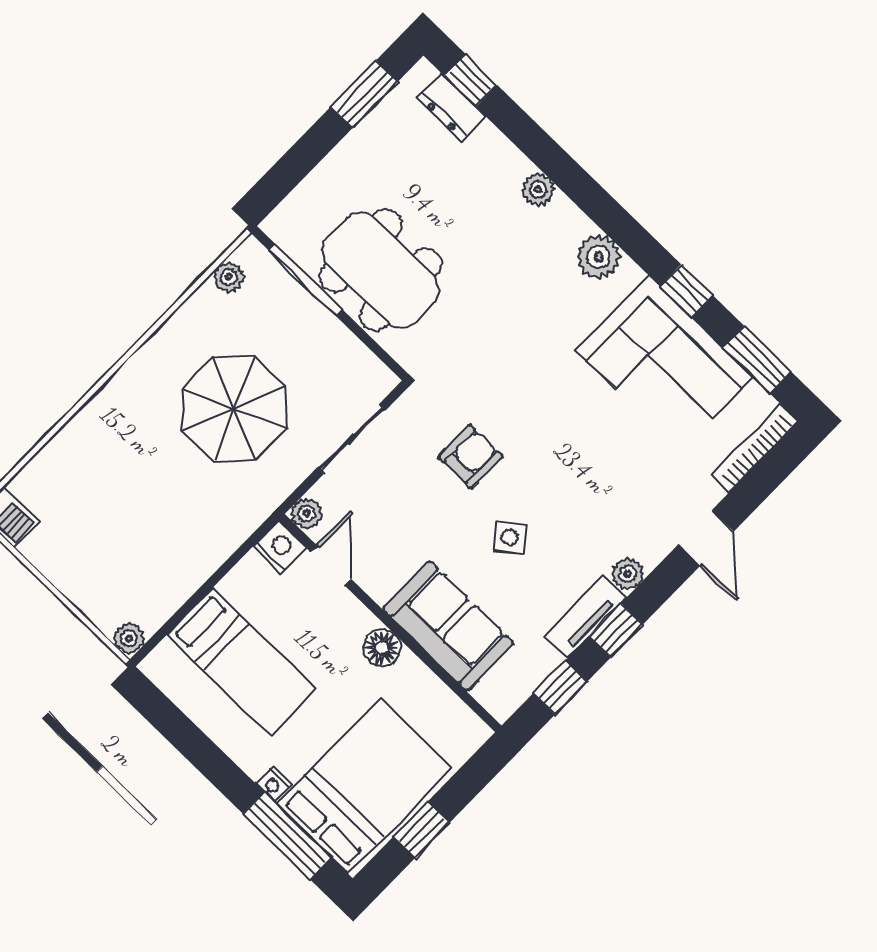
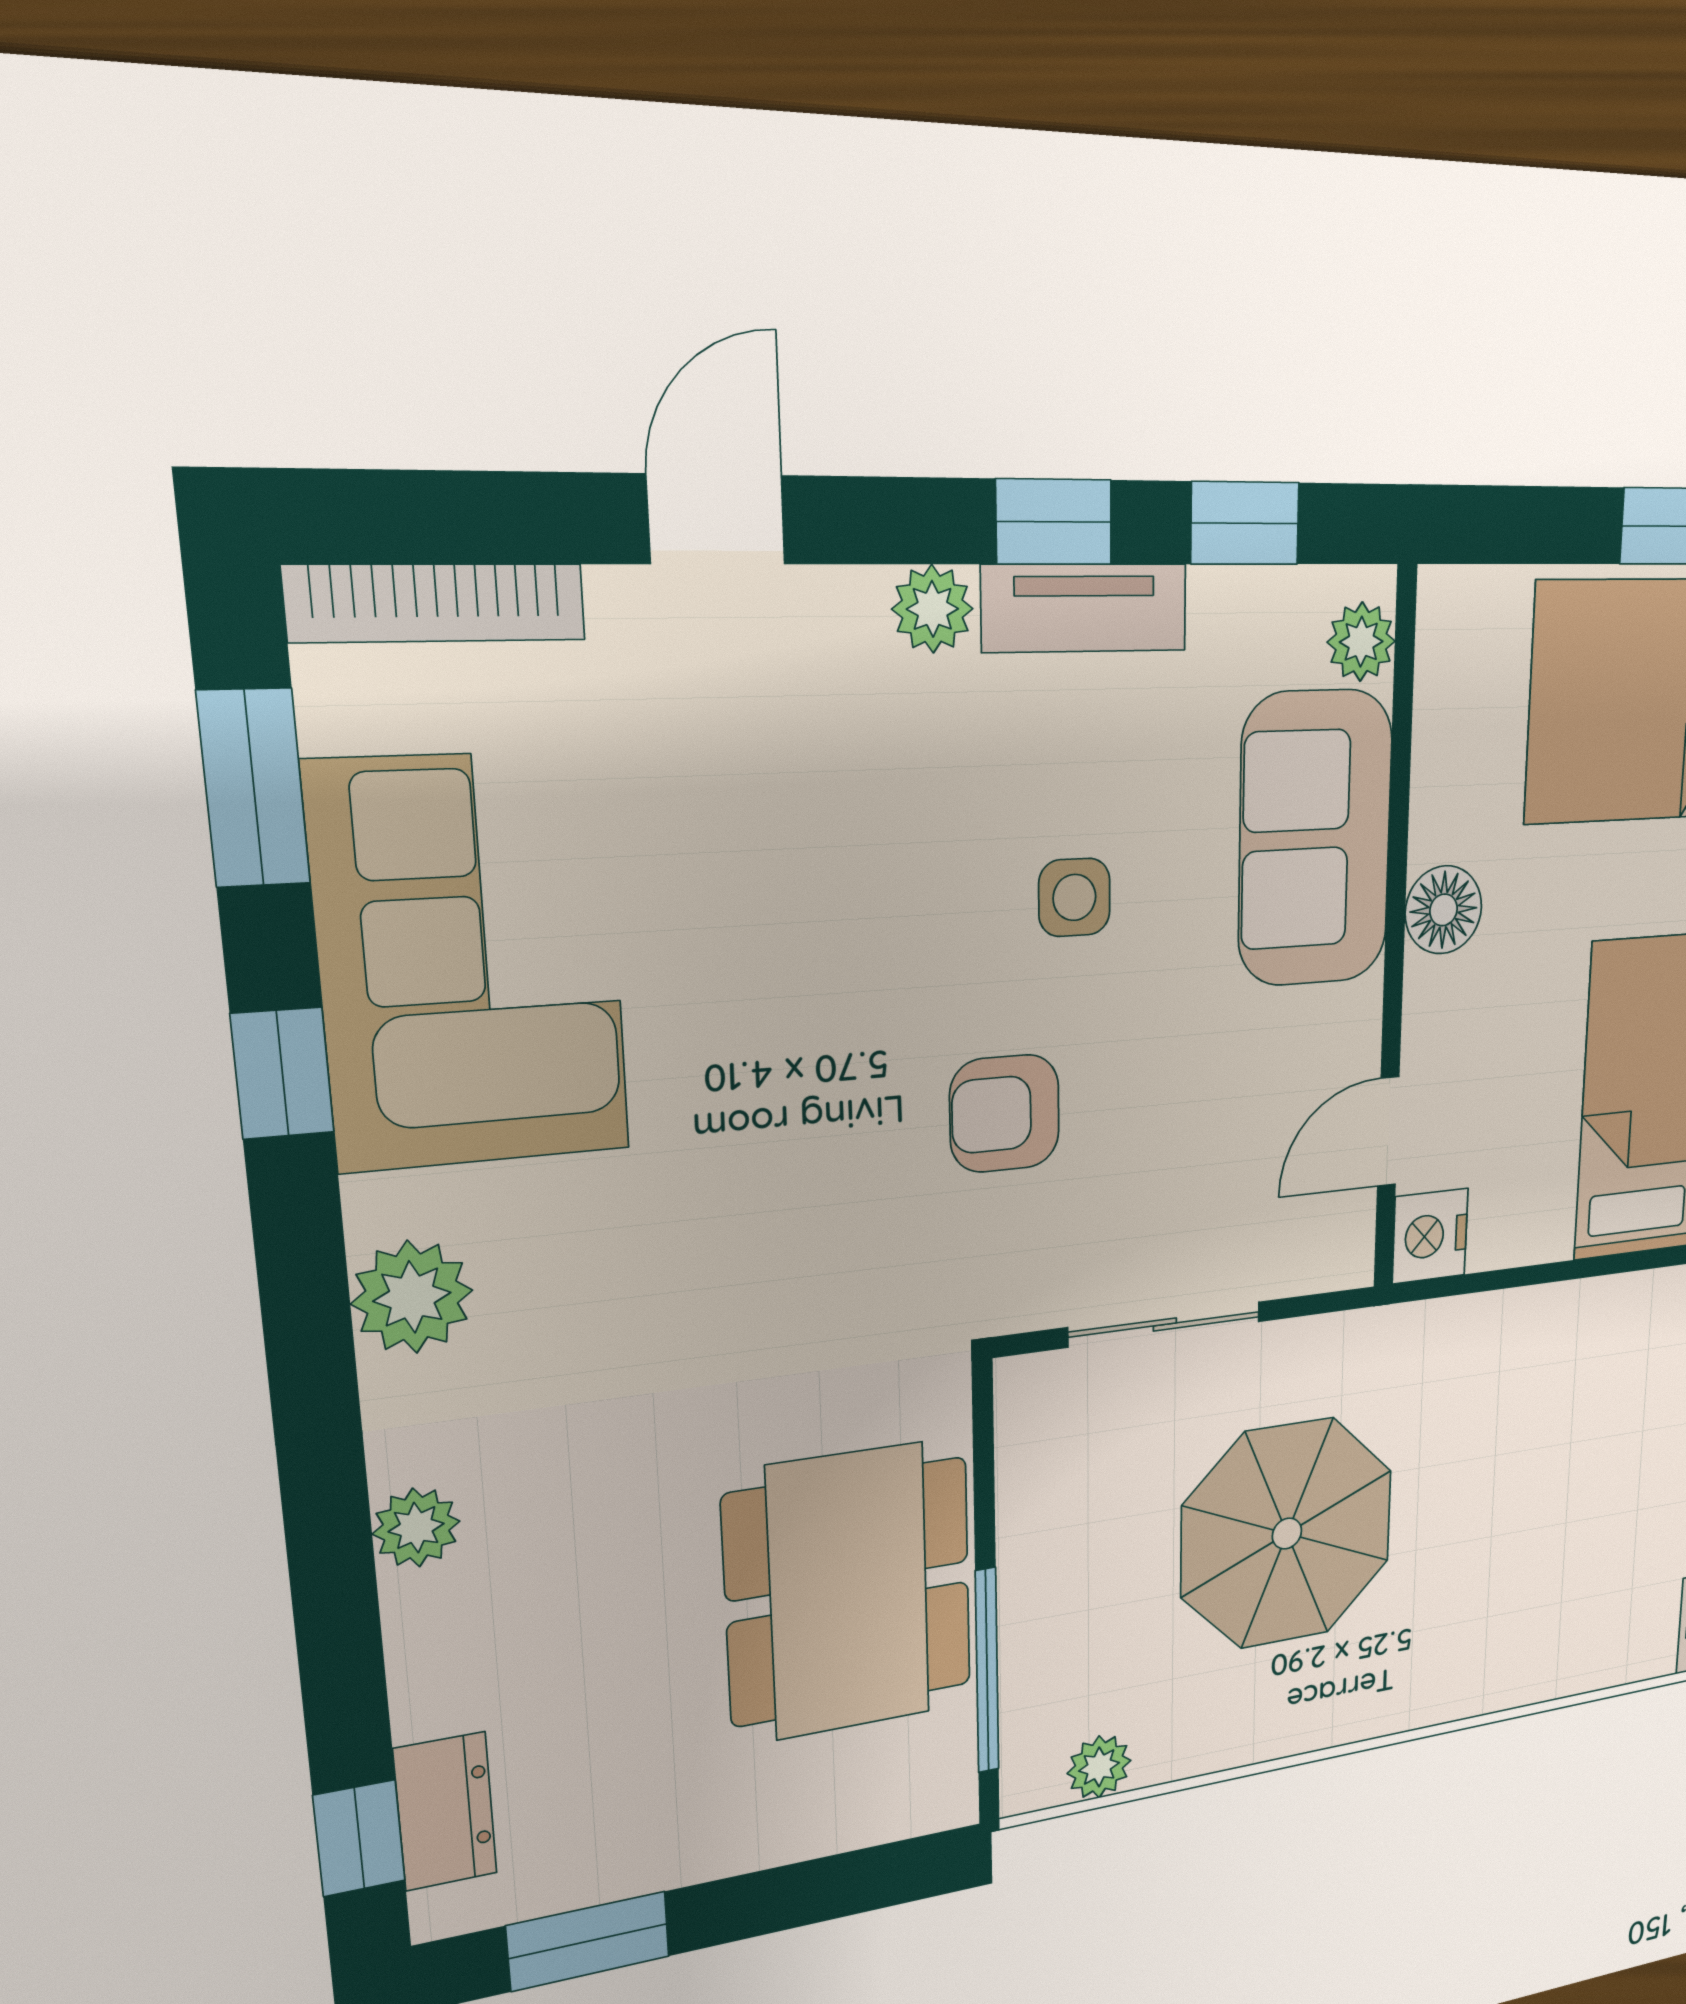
plant: (307, 514) -> (1361, 642), moved
side table: (510, 537) -> (1074, 897), turned 36

